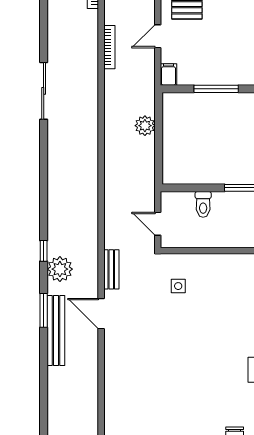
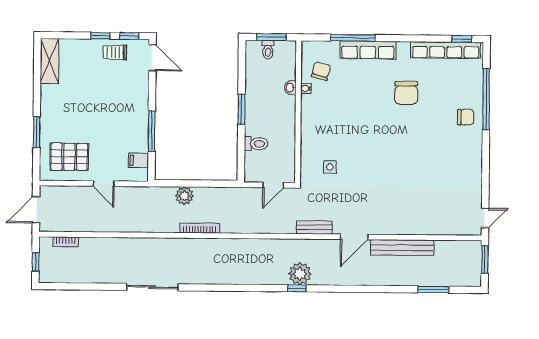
bookcase: (109, 47) -> (200, 228), moved
filing cabinet: (169, 74) -> (138, 160), moved
plant: (60, 269) -> (300, 274), moved
window: (44, 310) -> (433, 290), moved
bench: (56, 330) -> (402, 248), moved

